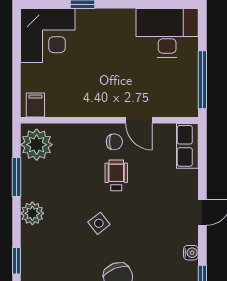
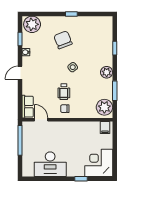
desk: (167, 33) -> (50, 164), moved
door: (139, 120) -> (41, 120), moved

